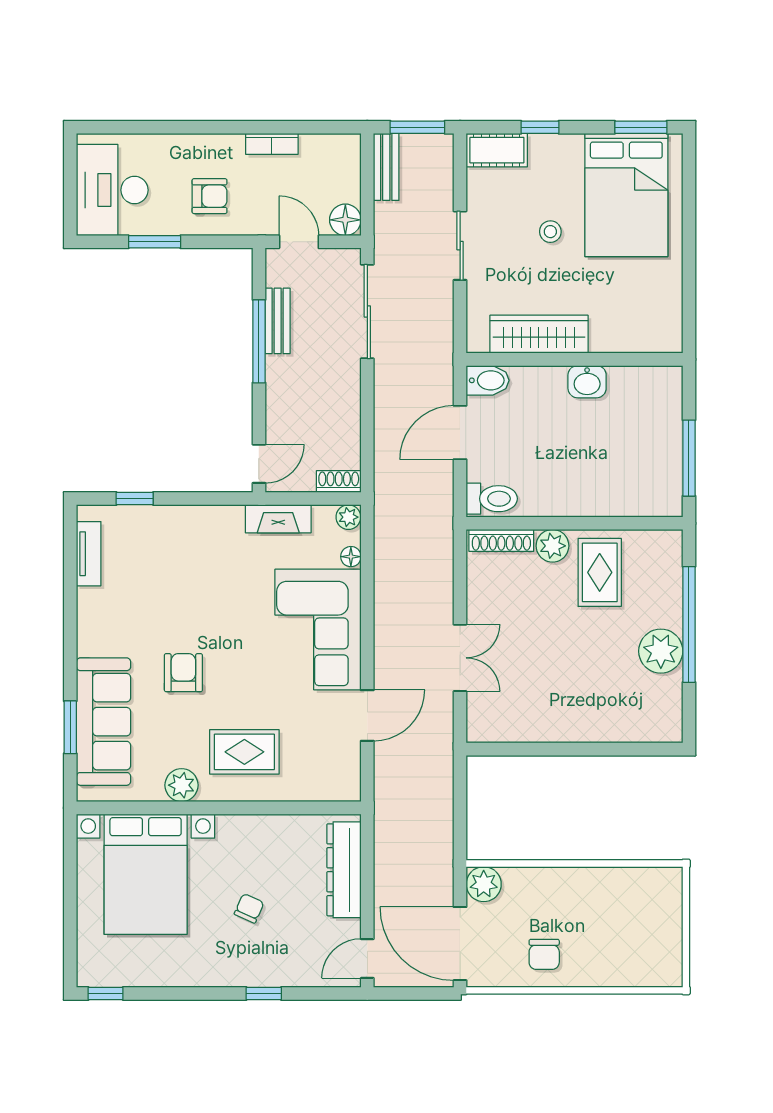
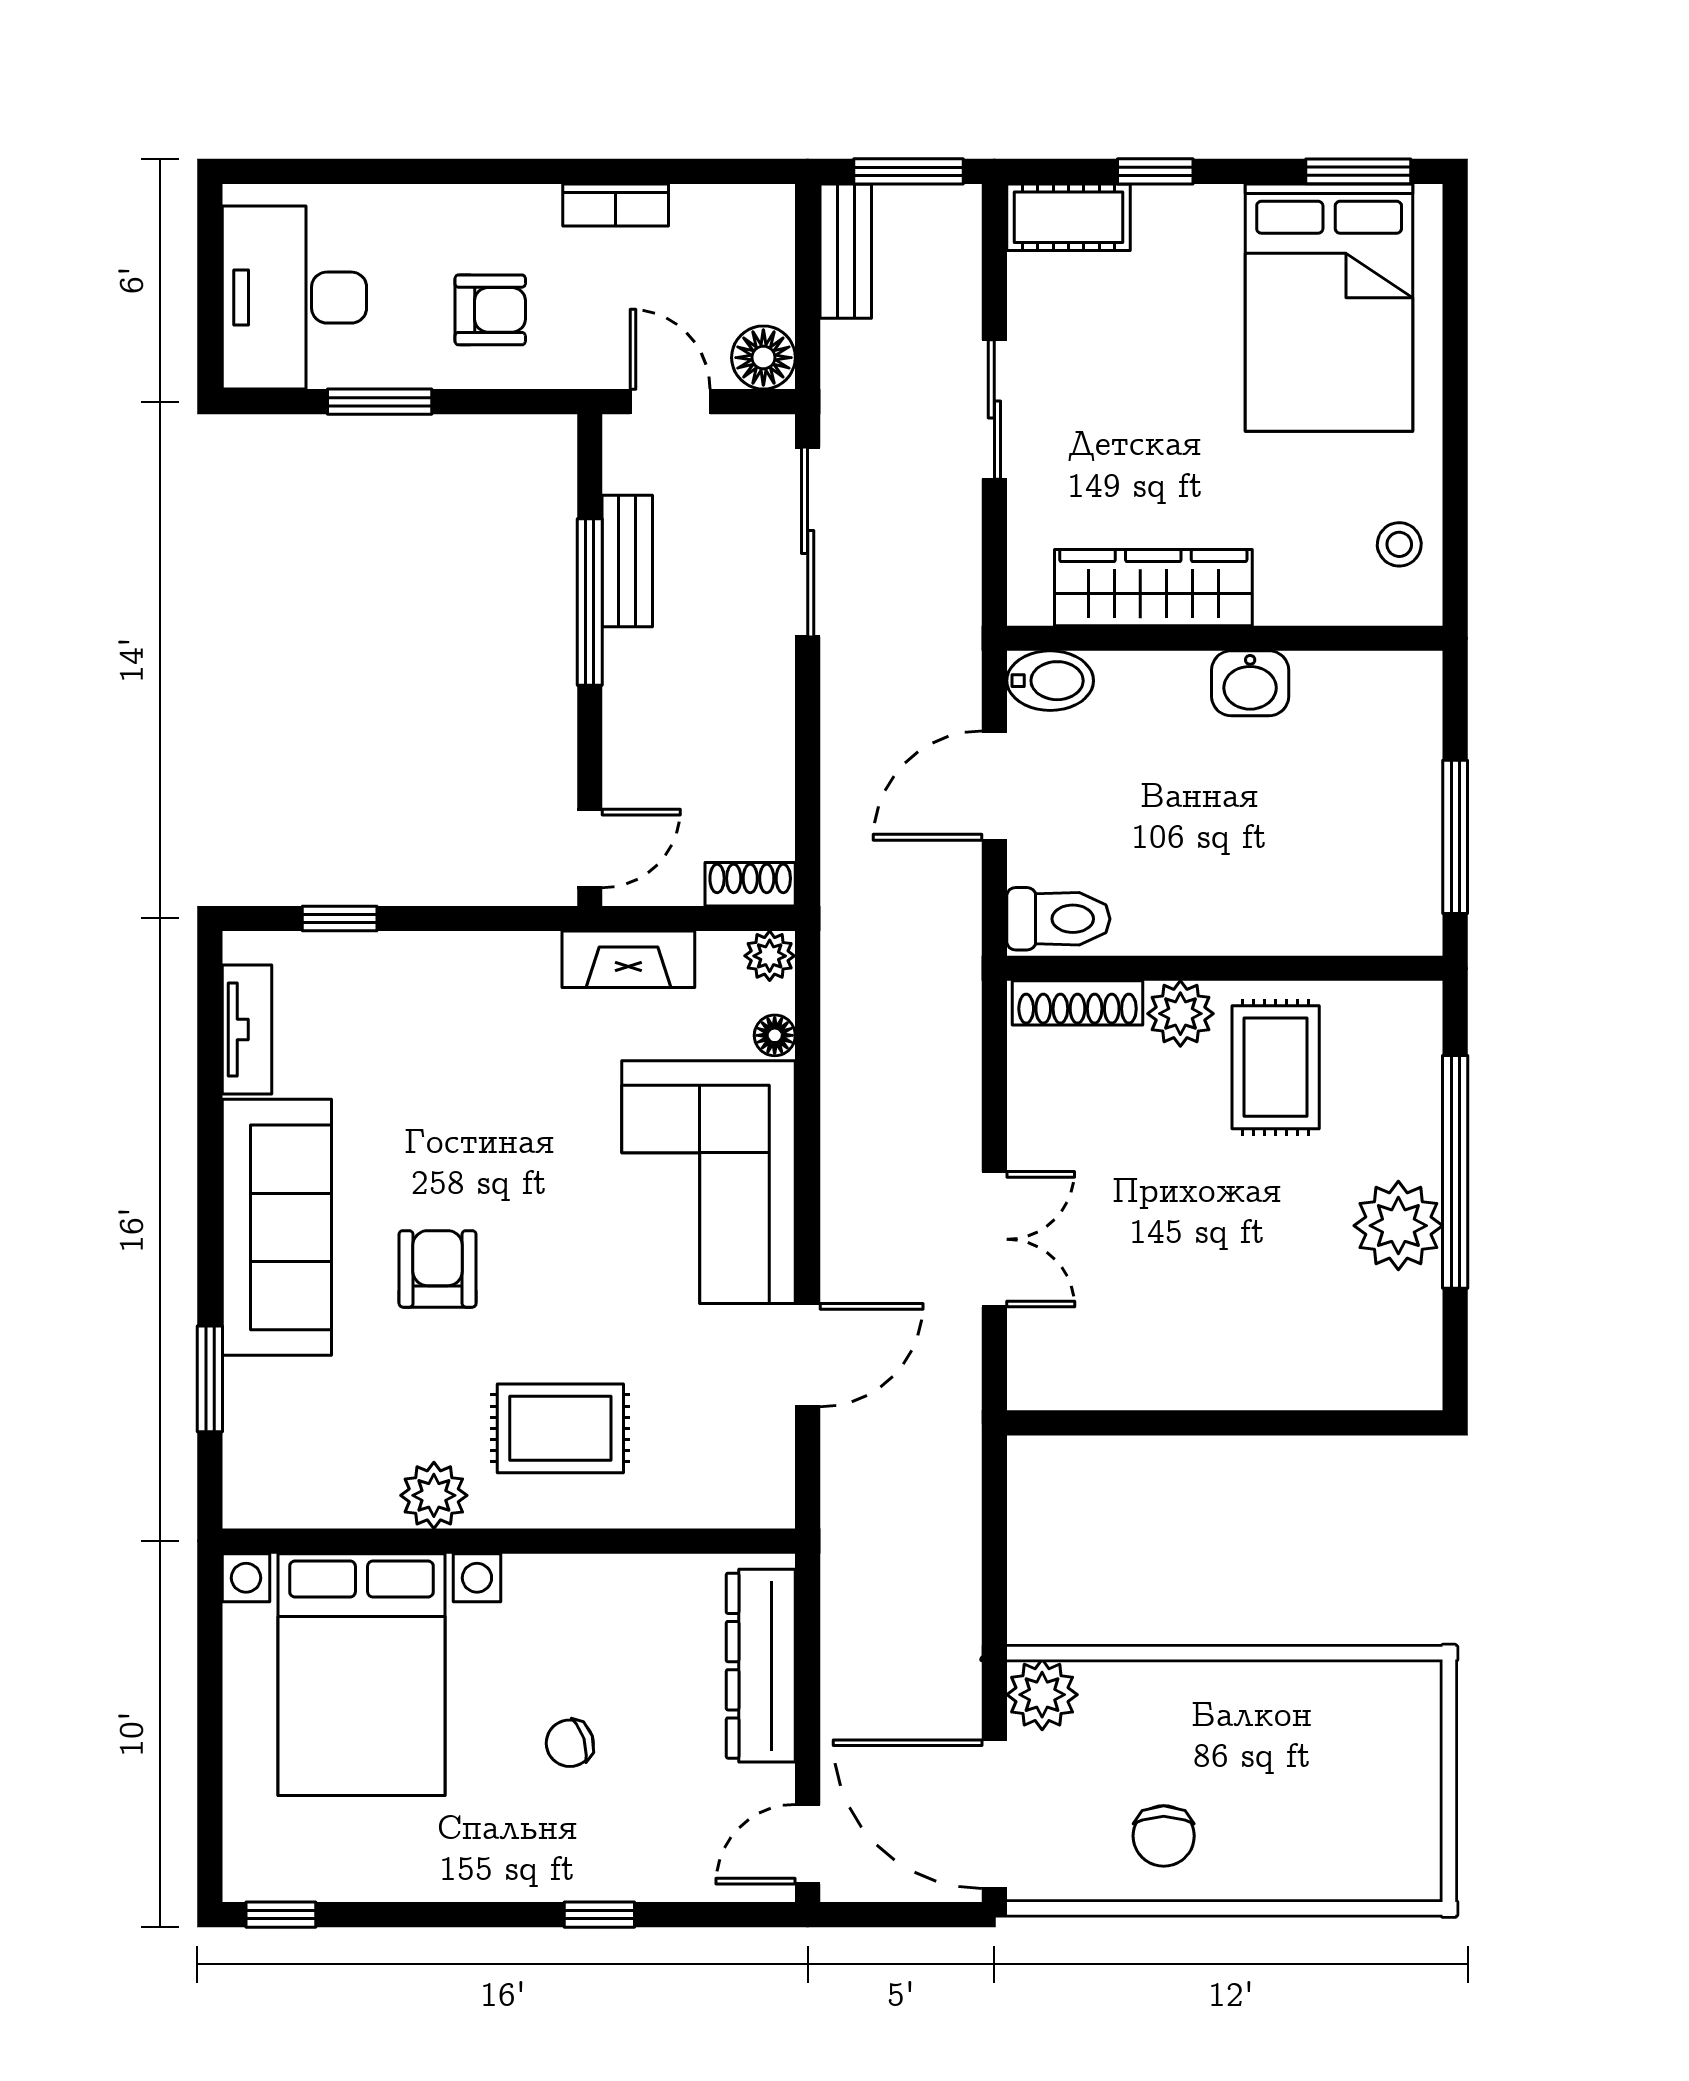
stool: (550, 232) -> (1399, 544), moved
sofa: (104, 722) -> (277, 1227), moved
chair: (249, 908) -> (570, 1743), turned -132

